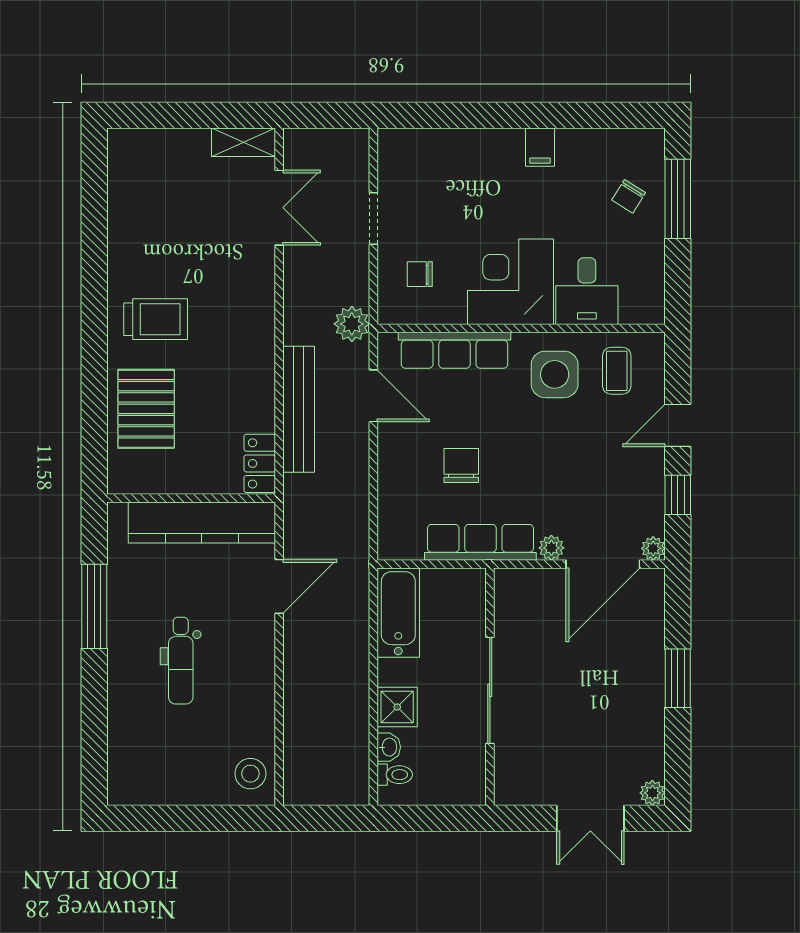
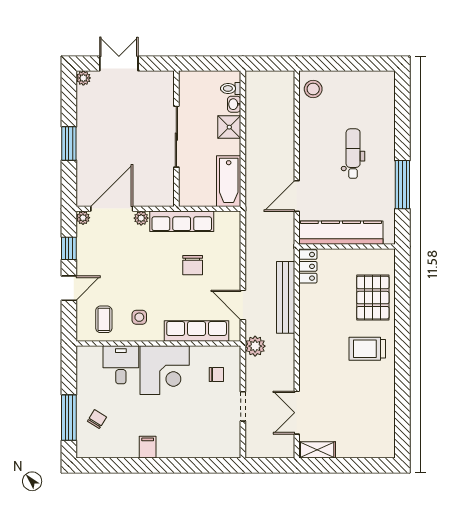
side table: (555, 374) -> (139, 317), width x0.54, depth x0.54

